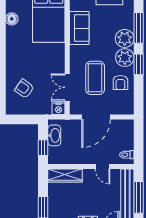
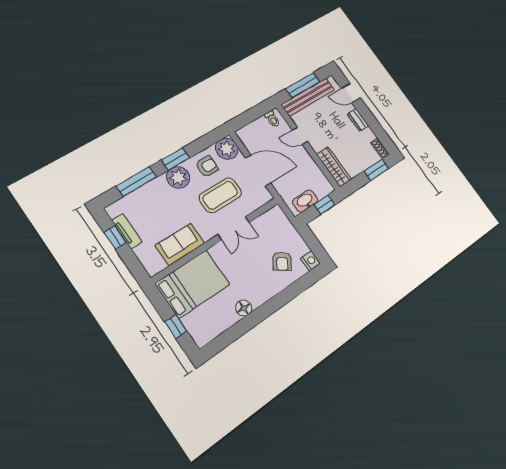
floor lamp: (12, 19) -> (244, 308), moved
plant: (125, 38) -> (227, 149), moved
double door: (67, 87) -> (234, 228), moved
nightstand: (58, 109) -> (310, 261), moved
door: (102, 167) -> (300, 136), swing flipped

